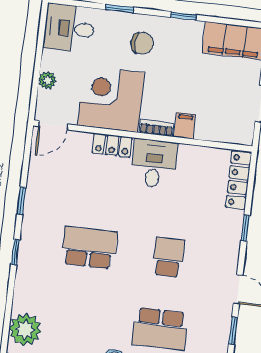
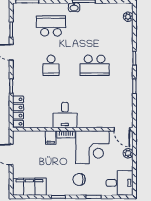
door: (53, 125) -> (122, 129), swing flipped
locker: (112, 145) -> (89, 122), removed
plant: (25, 330) -> (128, 17), width x0.53, depth x0.53

